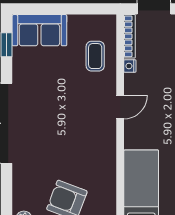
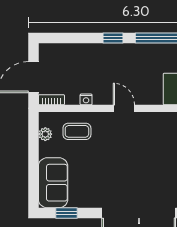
plant: (92, 22) -> (45, 134), added
bookcase: (130, 36) -> (51, 100), width x0.64

